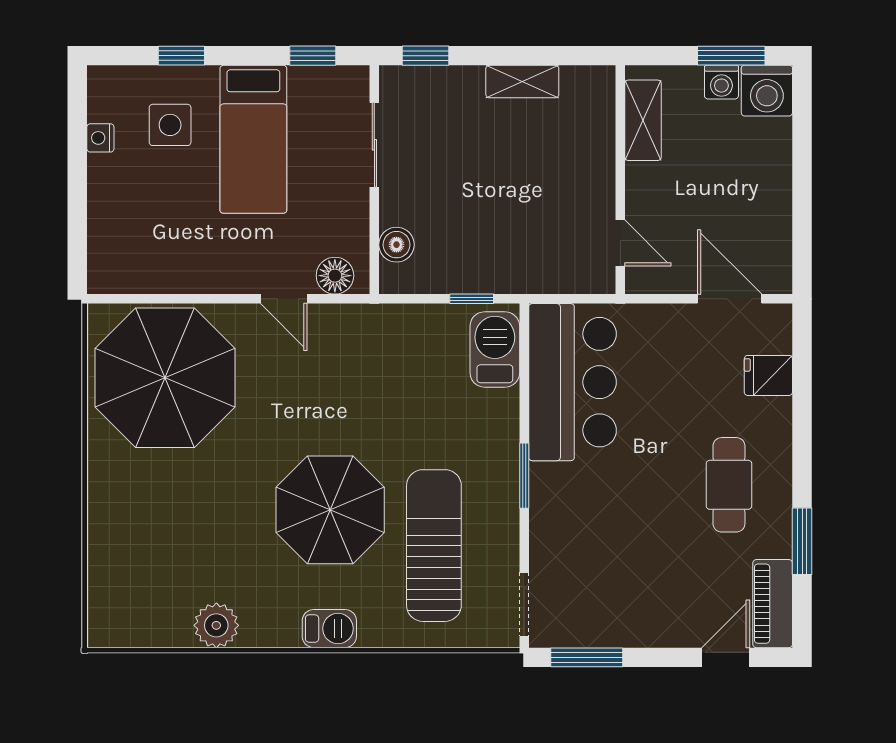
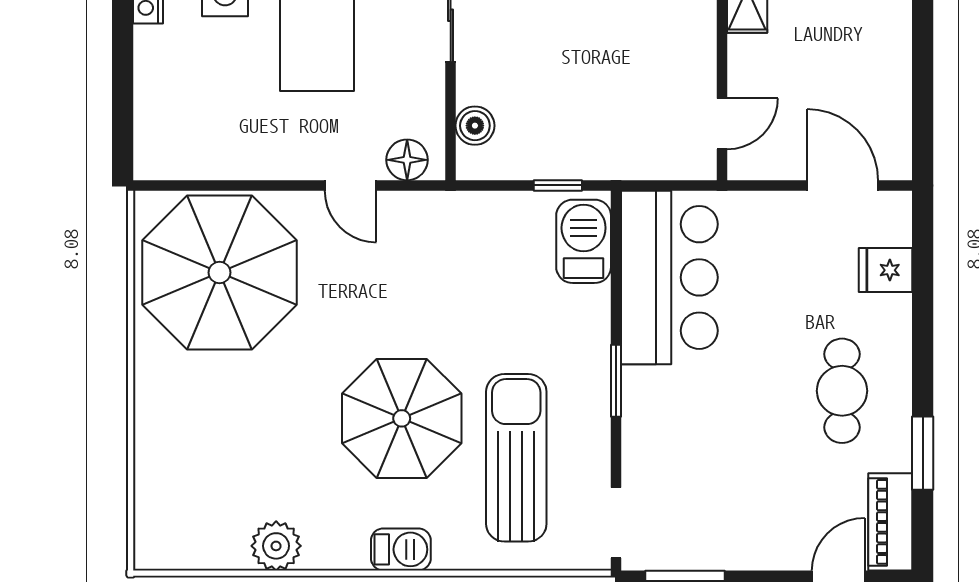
door: (620, 243) -> (722, 124), hinge flipped

